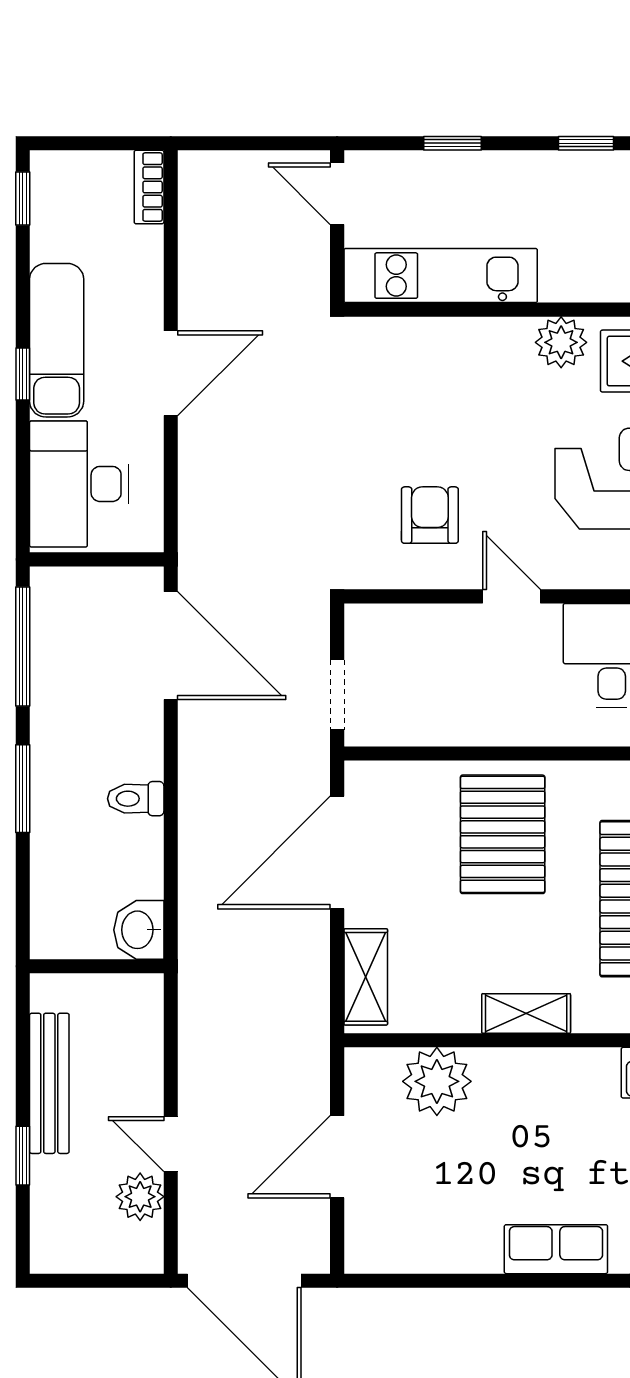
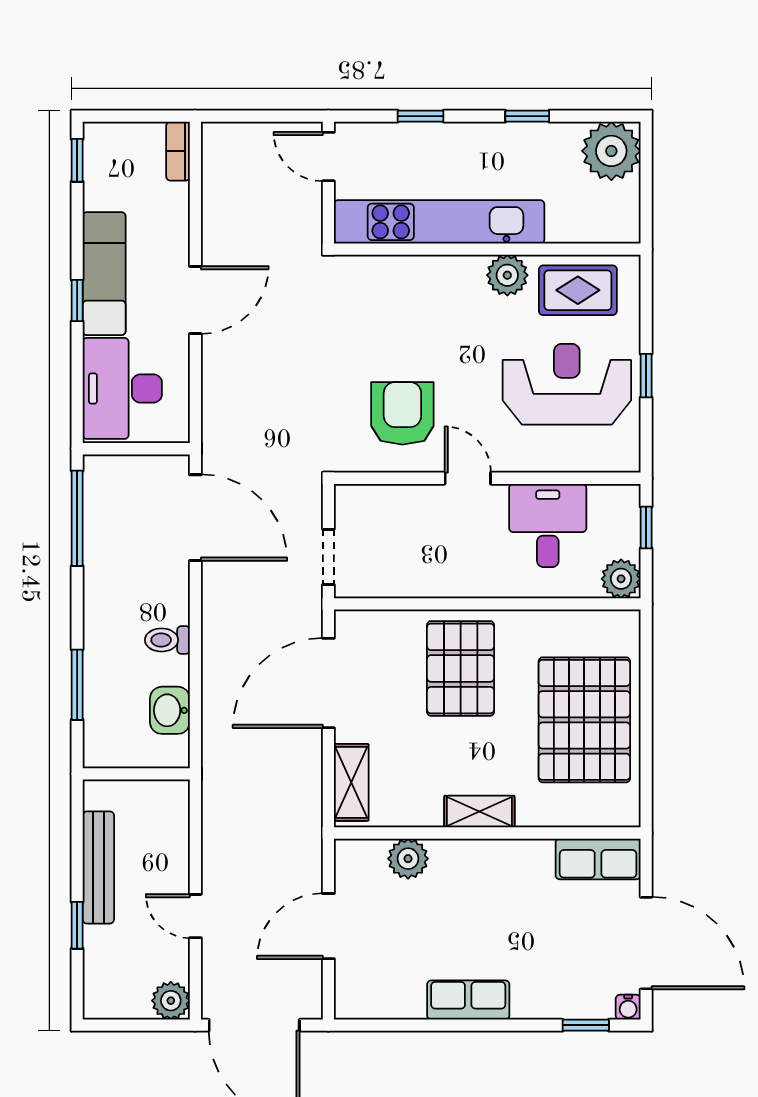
kitchen unit: (441, 276) -> (439, 222), width x1.36
armchair: (430, 515) -> (402, 413), width x1.38, depth x1.38
window: (23, 789) -> (77, 685), moved
washbasin: (139, 930) -> (170, 710), moved
plant: (437, 1081) -> (408, 859), width x0.73, depth x0.73
plant: (140, 1197) -> (171, 1001), moved
row of seats: (556, 1249) -> (468, 1000), moved

